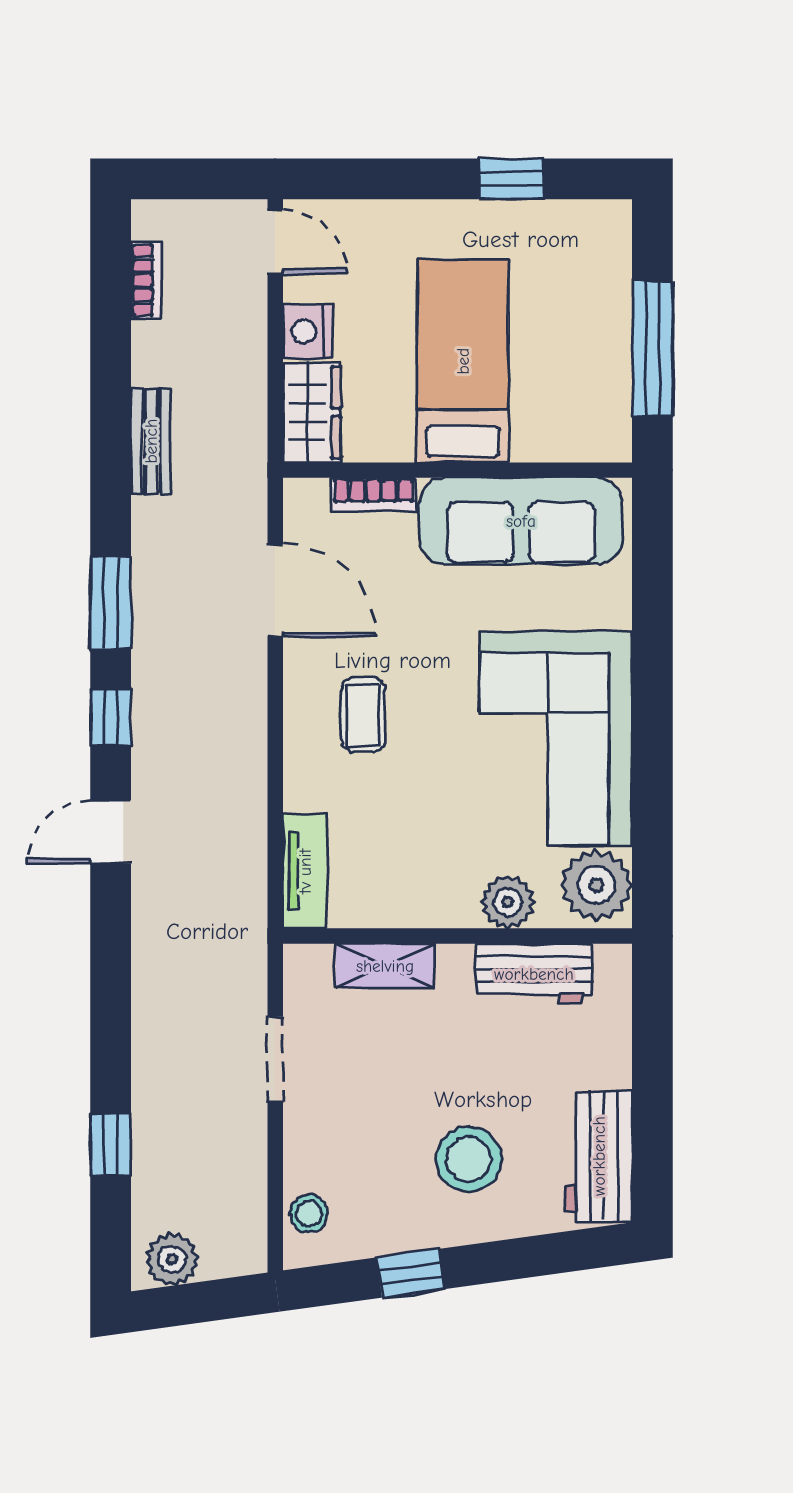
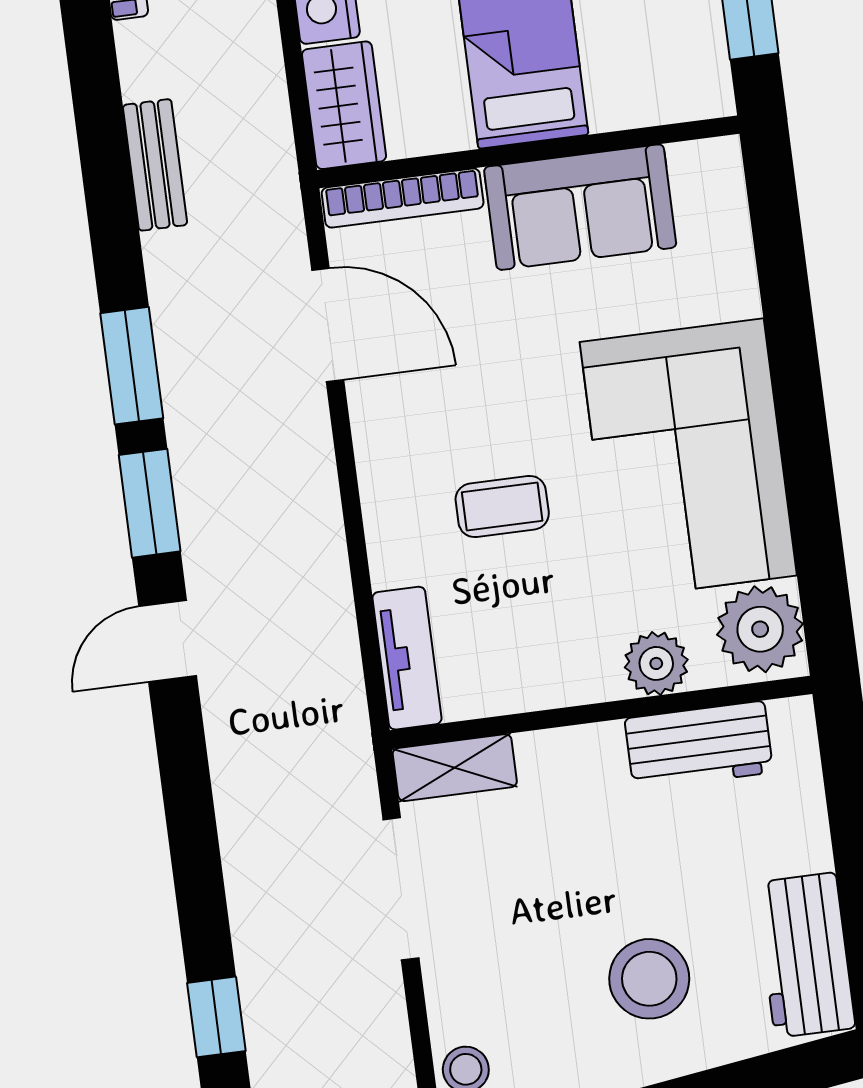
bookcase: (373, 495) -> (403, 198), width x1.56
sofa: (521, 521) -> (580, 207), width x0.73
coffee table: (363, 715) -> (502, 506), moved, turned 90
window: (111, 717) -> (150, 503), width x1.50
shelving: (385, 966) -> (455, 768), moved
doorway: (275, 1059) -> (401, 889), width x1.38

